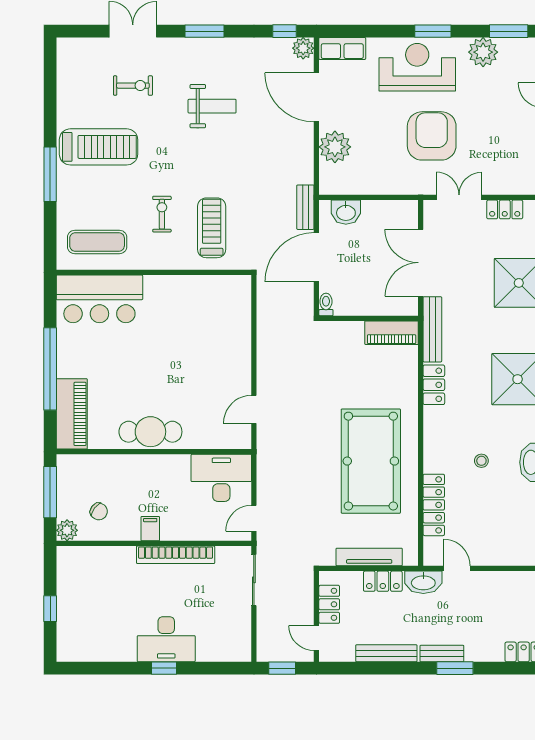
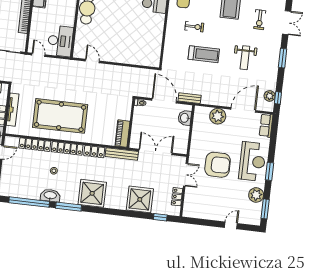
plant: (303, 48) -> (270, 96), moved
treadmill: (212, 228) -> (204, 54), moved
locker: (434, 439) -> (67, 148), added

